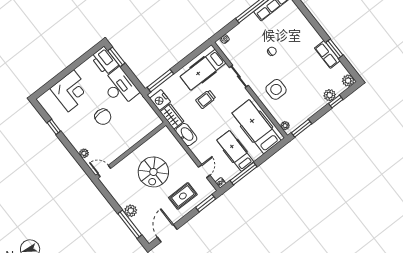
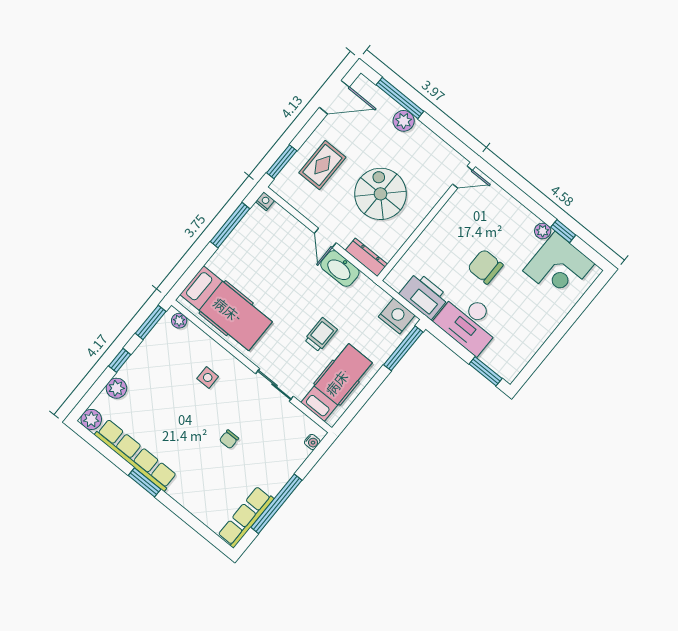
window: (334, 49) -> (145, 482), moved
row of seats: (327, 54) -> (136, 455), width x2.02
printer: (105, 61) -> (424, 296), moved
side table: (276, 89) -> (208, 377), width x0.54, depth x0.54
corner desk: (71, 91) -> (559, 267), moved, turned -90
window: (336, 102) -> (120, 360), moved
wardrobe: (172, 116) -> (371, 293), removed
dresser: (170, 138) -> (366, 257), added
hospital bed: (235, 151) -> (252, 260), removed
plant: (84, 153) -> (543, 231), moved
door: (204, 171) -> (325, 238), moved
door: (167, 233) -> (334, 97), hinge flipped

